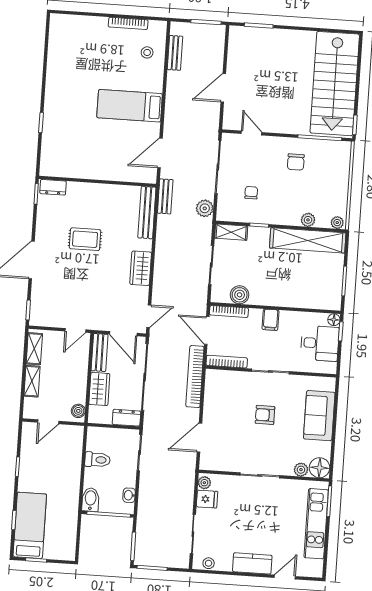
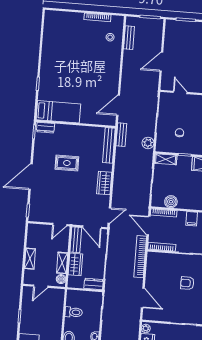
bed: (130, 106) -> (58, 112), moved, turned 180
shelving: (34, 349) -> (62, 263), moved
door: (199, 438) -> (143, 298), swing flipped

